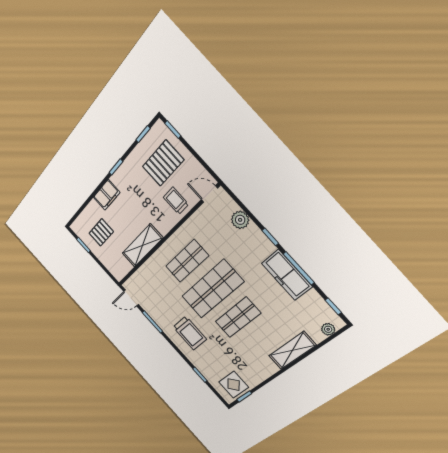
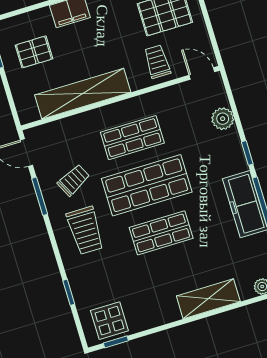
shelving: (142, 246) -> (83, 94), width x1.47
trolley: (166, 304) -> (73, 180), added

